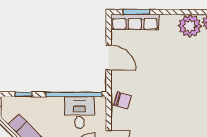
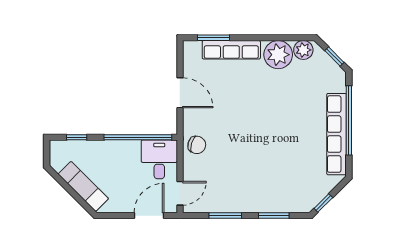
row of seats: (135, 22) -> (231, 50), moved
desk: (79, 113) -> (159, 159), moved

